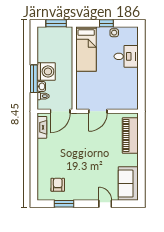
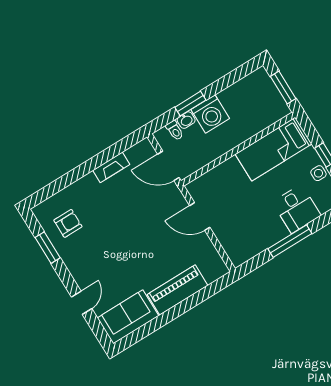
window: (141, 71) -> (290, 241), added
window: (34, 79) -> (190, 104), width x0.69
fireplace: (42, 127) -> (111, 167), moved
piano: (130, 136) -> (178, 290), moved

